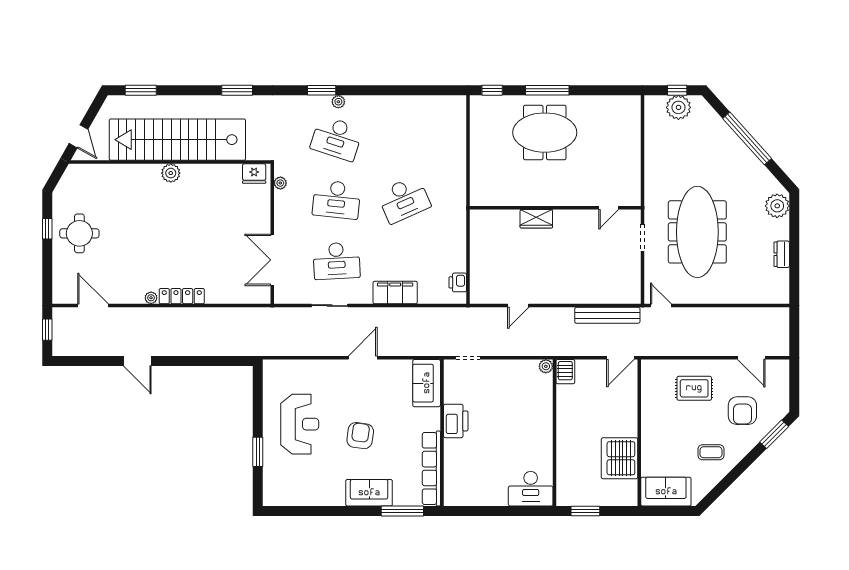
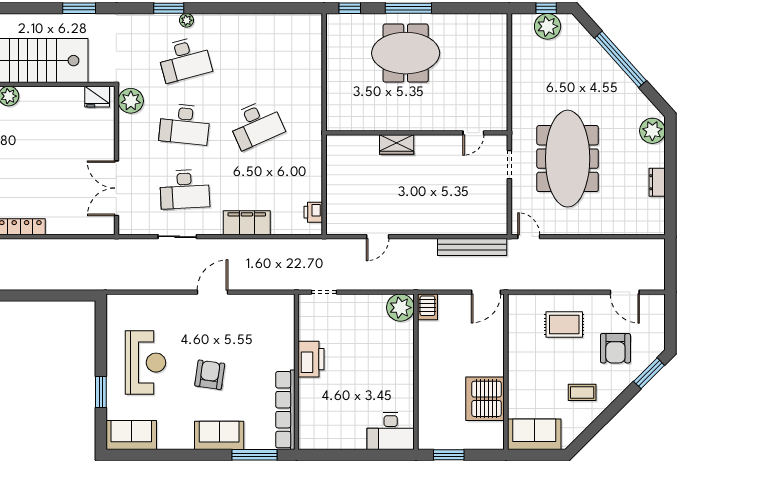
desk: (337, 138) -> (185, 59), turned -33
plant: (280, 183) -> (131, 101), width x1.87, depth x1.87
plant: (546, 366) -> (400, 308), width x1.87, depth x1.87
sofa: (427, 383) -> (131, 435), moved, turned 90

